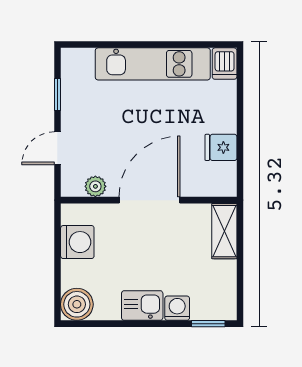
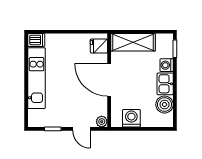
fridge: (221, 147) -> (99, 46), moved, turned 90
plant: (95, 186) -> (102, 122), moved
shelving: (224, 231) -> (133, 42), width x1.50, depth x1.33
boiler: (77, 304) -> (165, 105), moved

